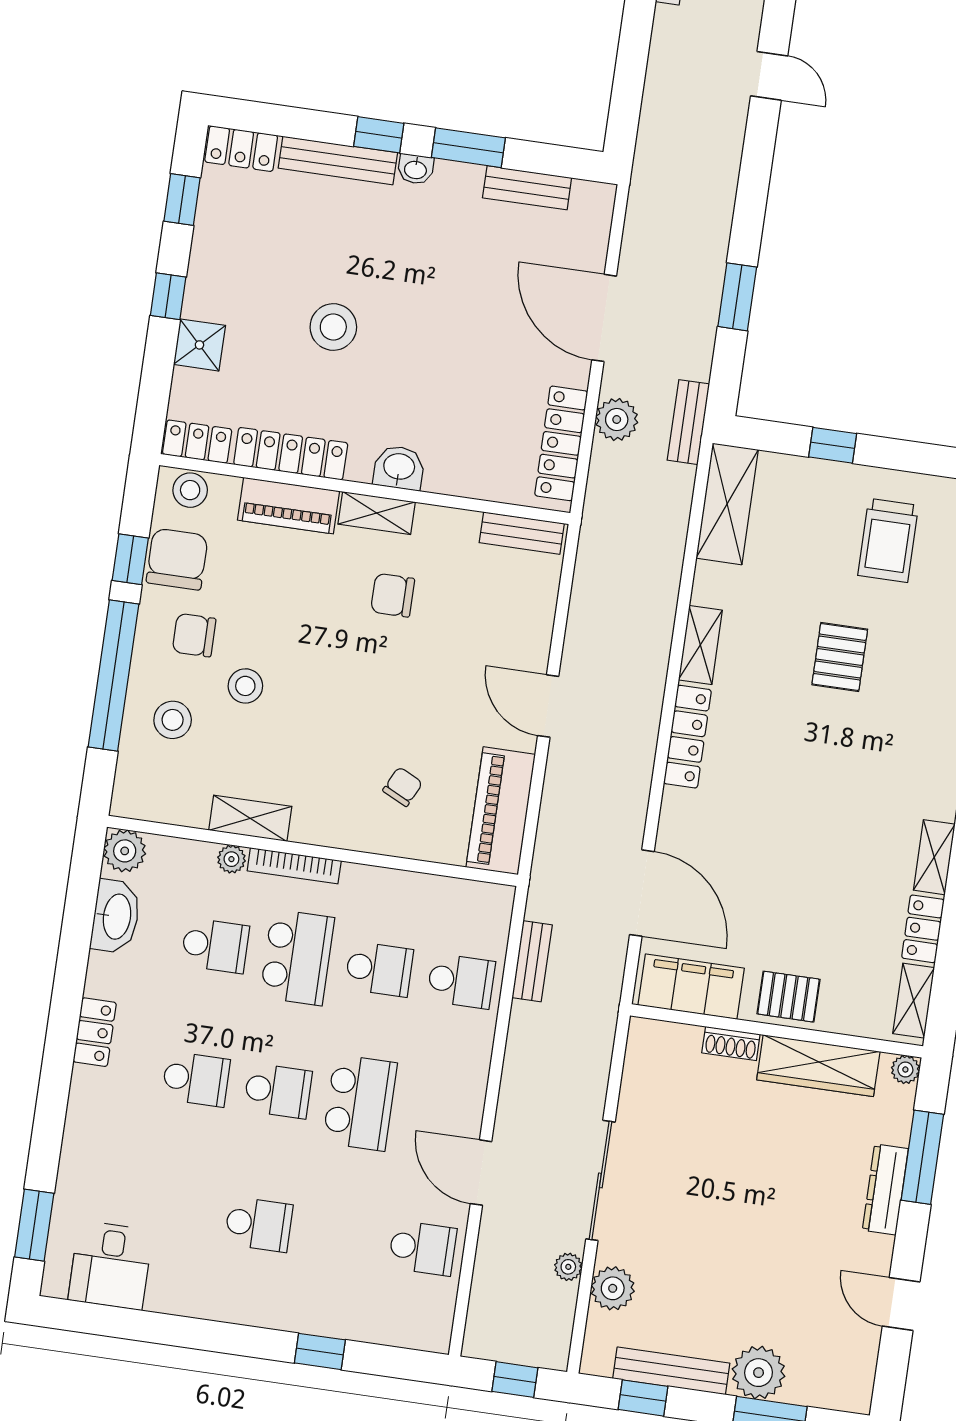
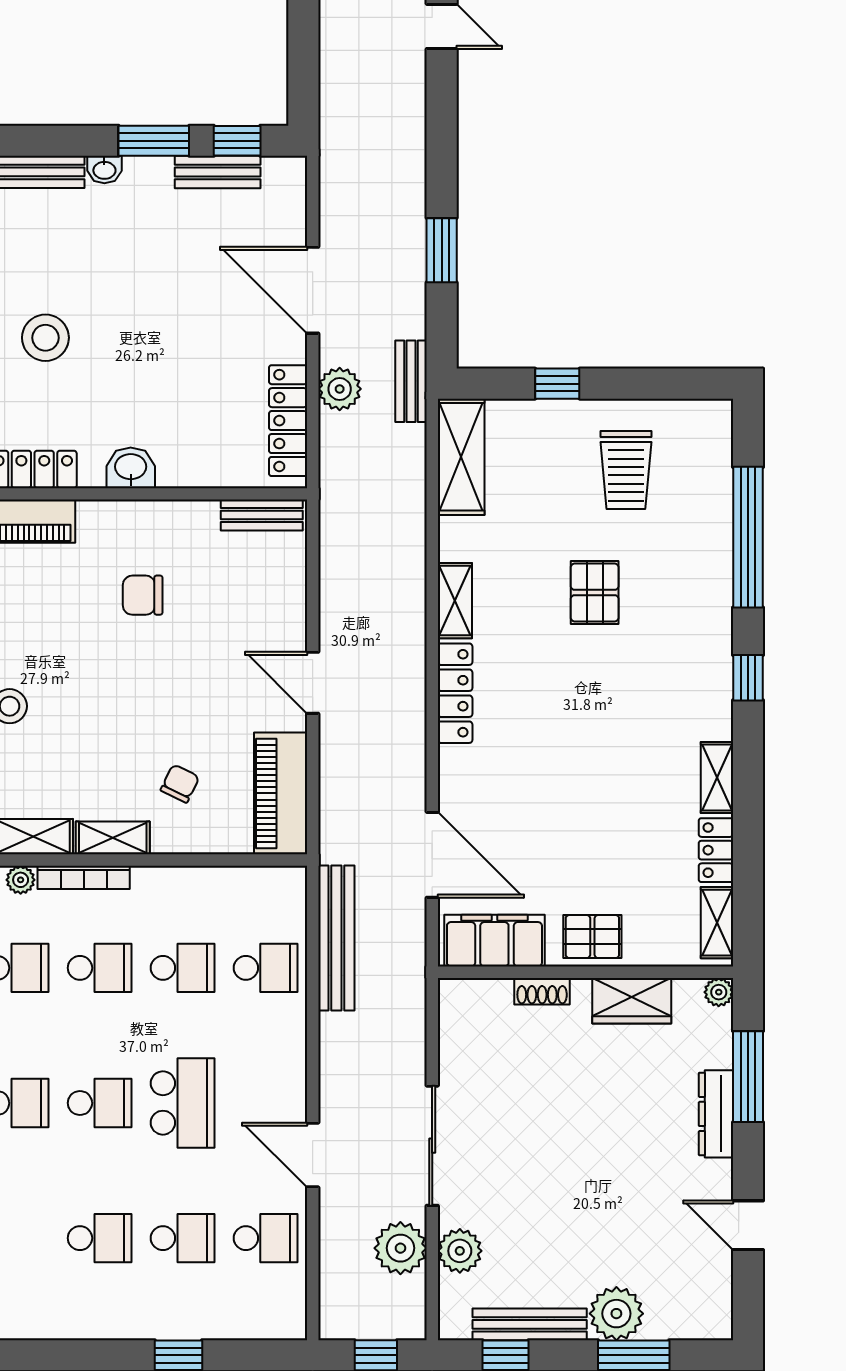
window: (379, 135) -> (237, 141), moved
shelving: (377, 513) -> (113, 838), moved
school desk: (297, 957) -> (100, 968), width x0.54
bench: (532, 961) -> (336, 938), width x1.86, depth x1.21
wardrobe: (818, 1066) -> (632, 1001), width x0.67
school desk: (341, 1236) -> (183, 1238), added
plant: (568, 1267) -> (400, 1248), width x1.88, depth x1.88

